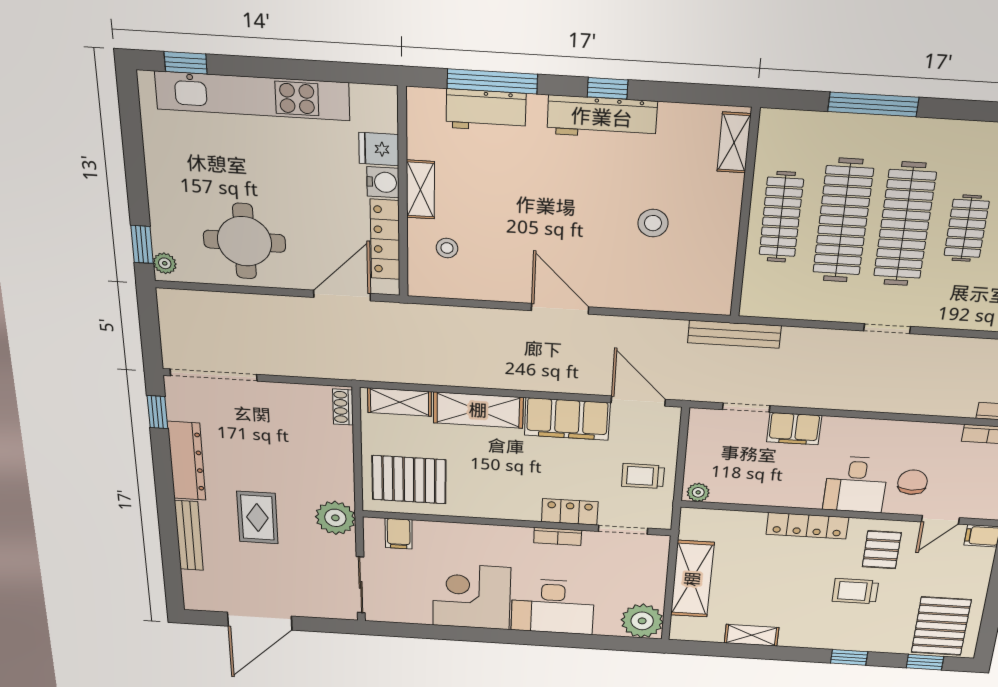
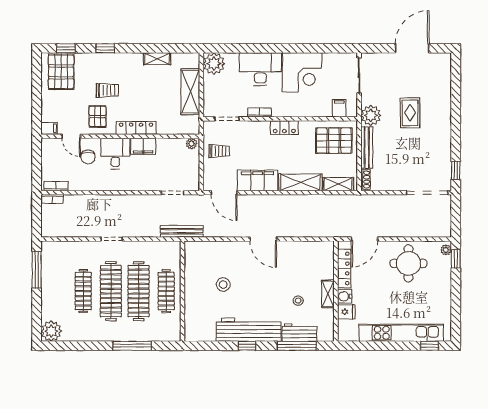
workbench: (602, 117) -> (249, 330), width x1.36, depth x1.32
shelving: (734, 143) -> (190, 325), removed
clothes rail: (967, 228) -> (83, 291), width x1.36
stool: (447, 248) -> (298, 301), moved
filing cabinet: (794, 429) -> (143, 146), moved, turned 180
dresser: (187, 461) -> (443, 144), removed
locker: (570, 512) -> (284, 128), moved
door: (940, 520) -> (71, 136), swing flipped
bench: (189, 536) -> (367, 148), moved

